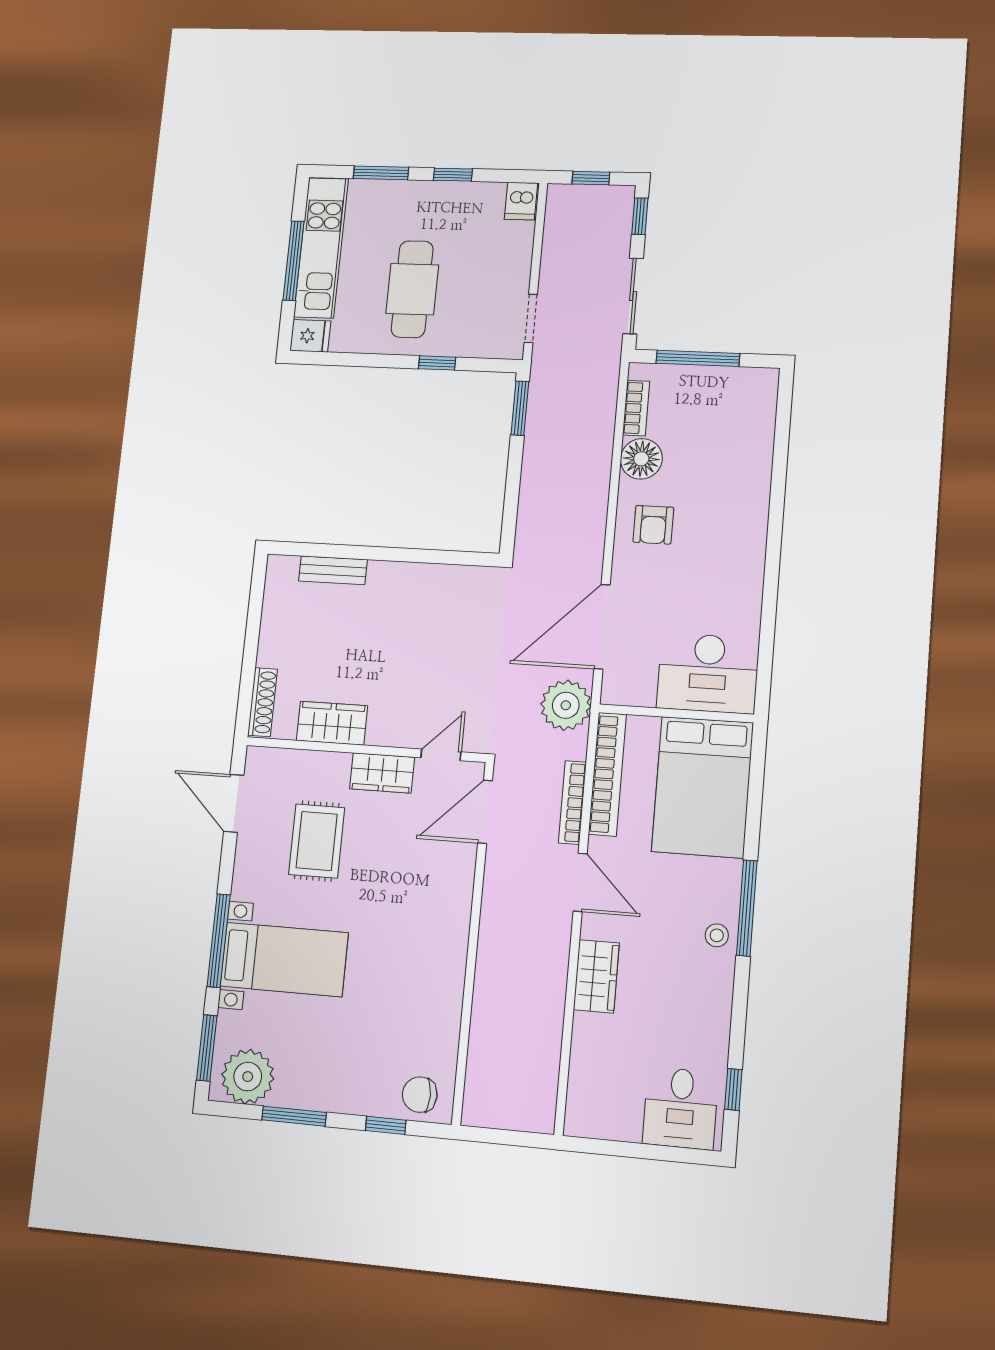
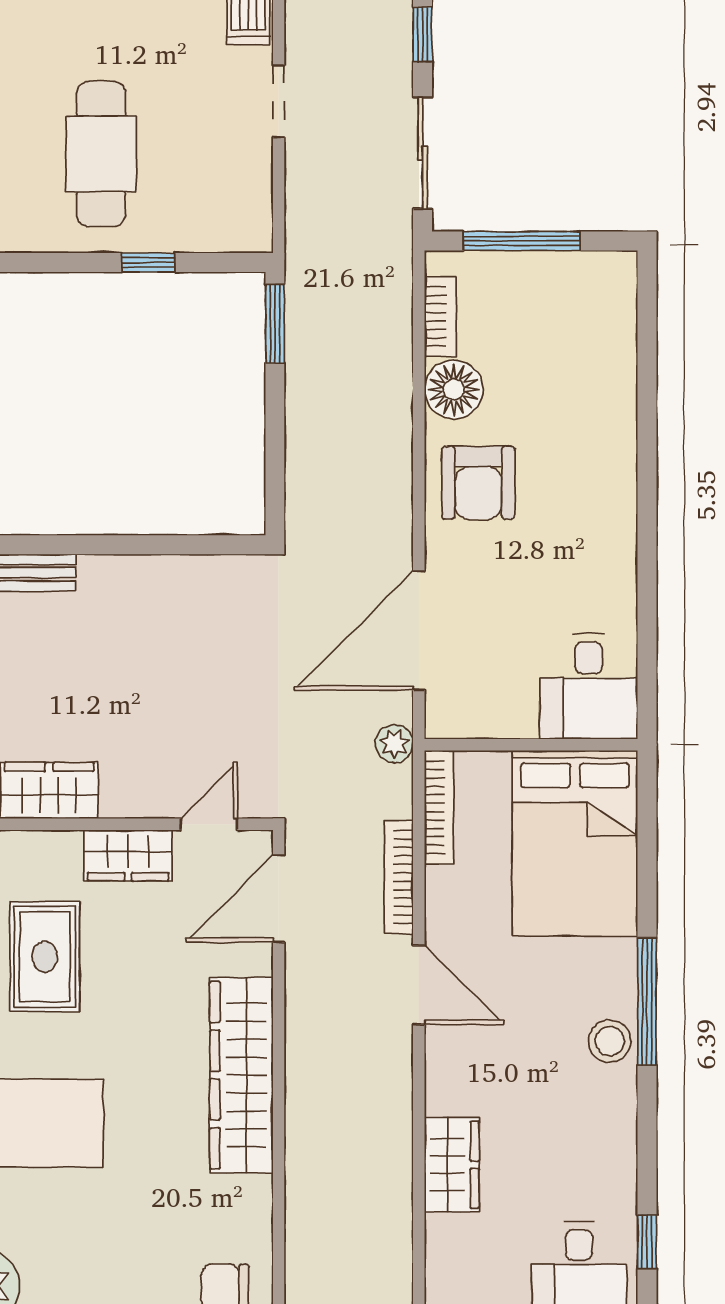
doorway: (531, 319) -> (279, 101), moved
armchair: (653, 525) -> (478, 483), width x1.38, depth x1.38
desk: (708, 673) -> (589, 686), width x0.73
plant: (566, 705) -> (394, 744), width x0.53, depth x0.53
bookcase: (607, 774) -> (439, 807), width x0.68, depth x0.76
stool: (717, 935) -> (610, 1041), width x1.37, depth x1.37
wardrobe: (447, 938) -> (241, 1075), added
wardrobe: (596, 976) -> (452, 1165), moved

